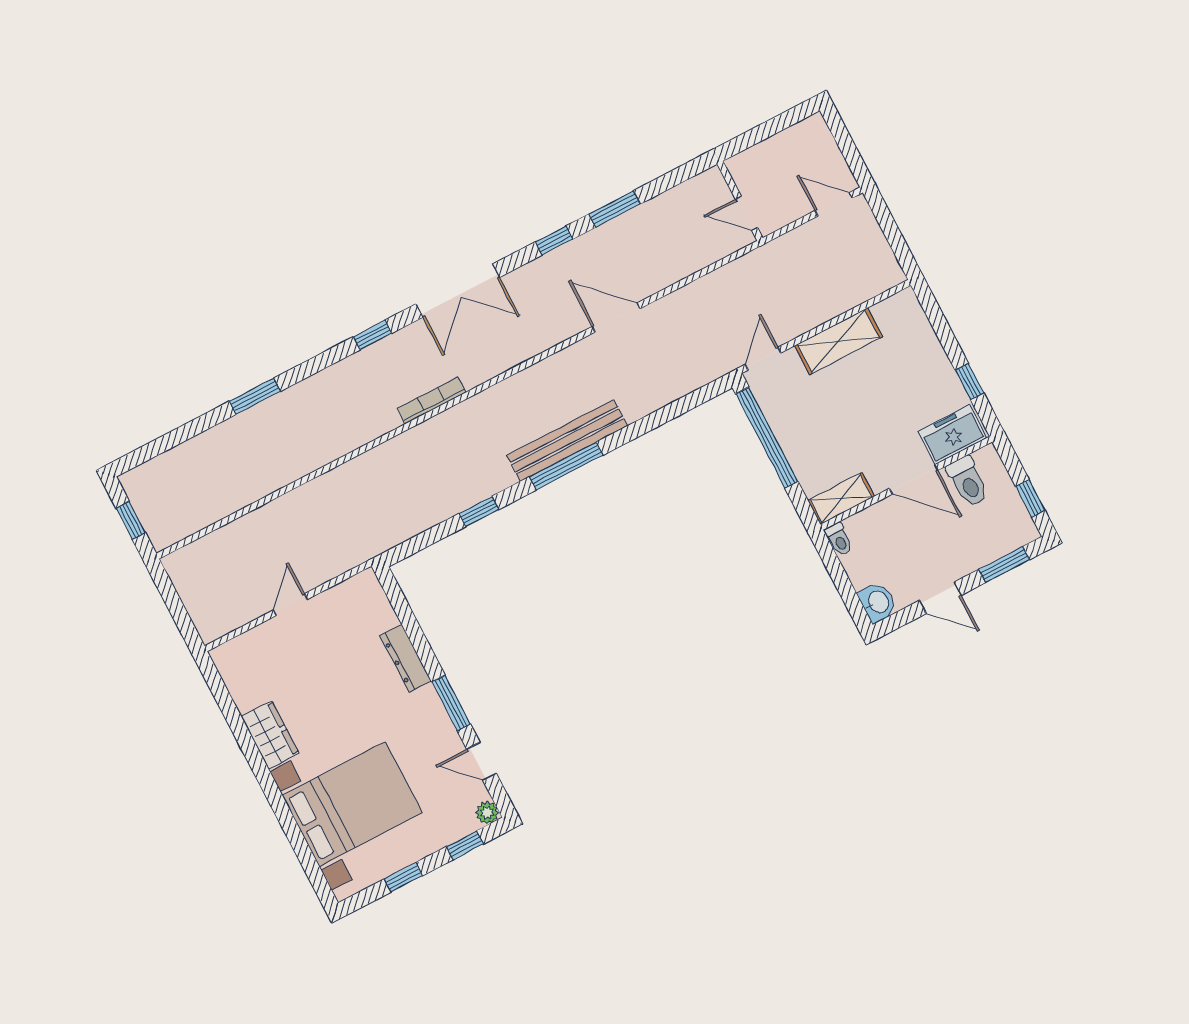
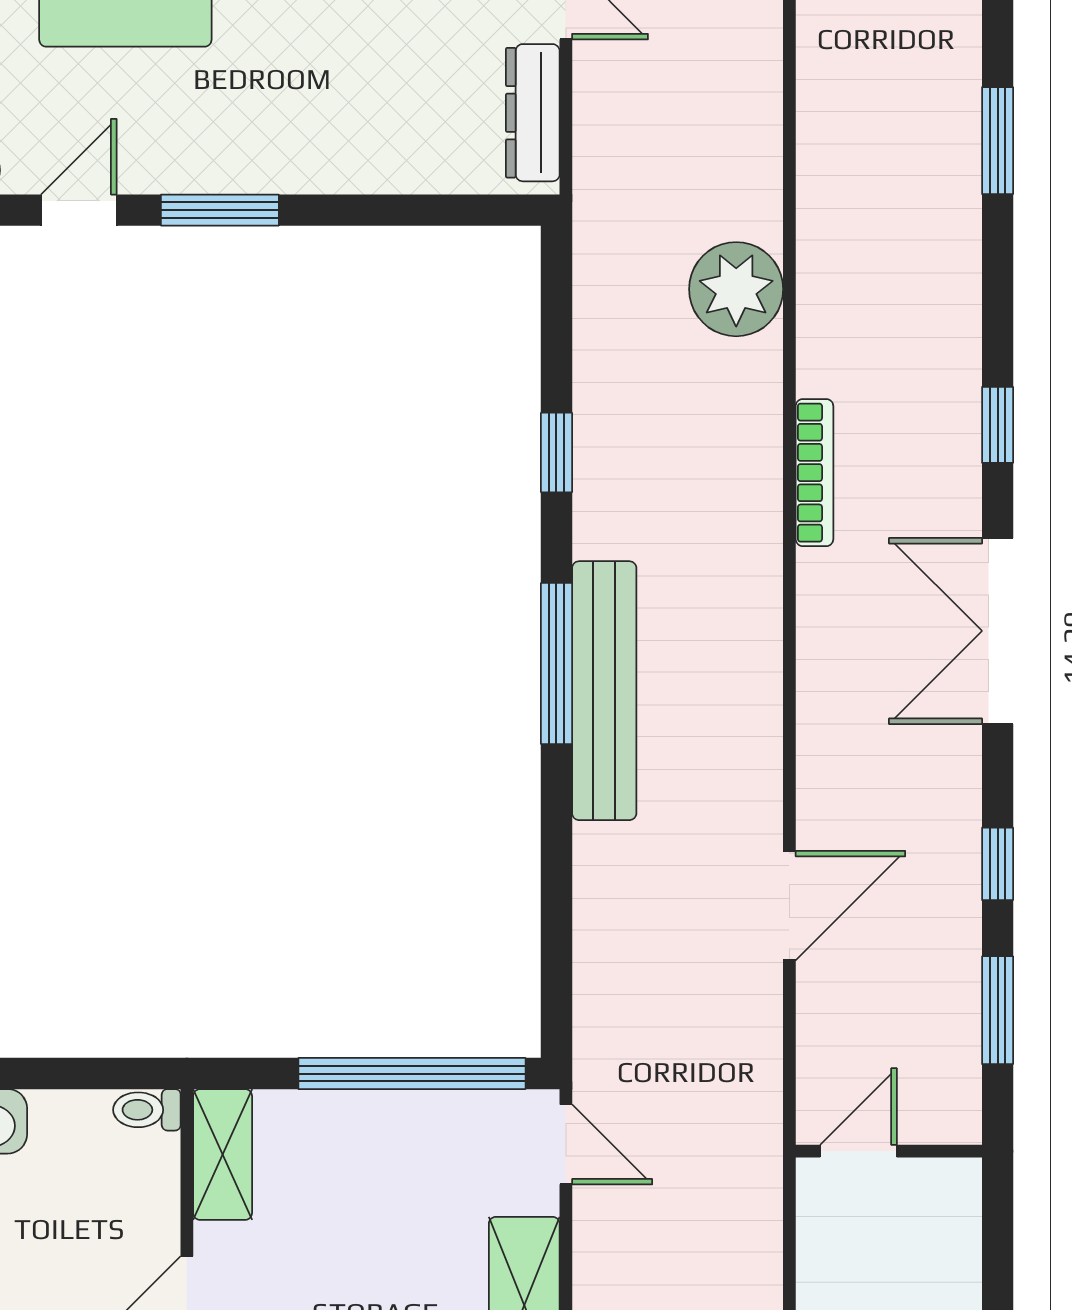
wall: (740, 201) -> (889, 1151), moved
door: (746, 213) -> (858, 1151), moved
plant: (373, 472) -> (736, 289), added
dresser: (406, 658) -> (533, 113), moved, turned -90

